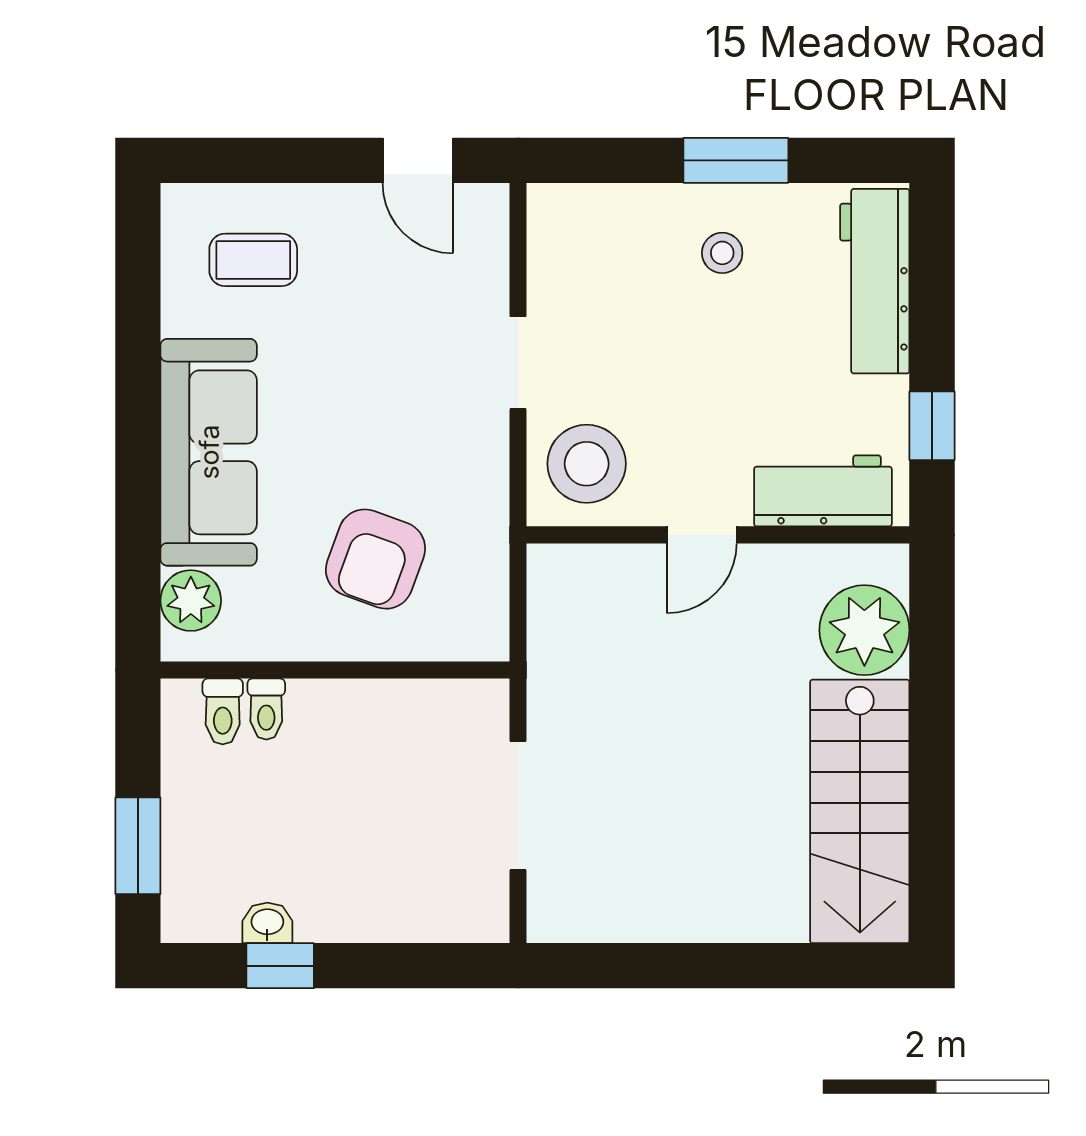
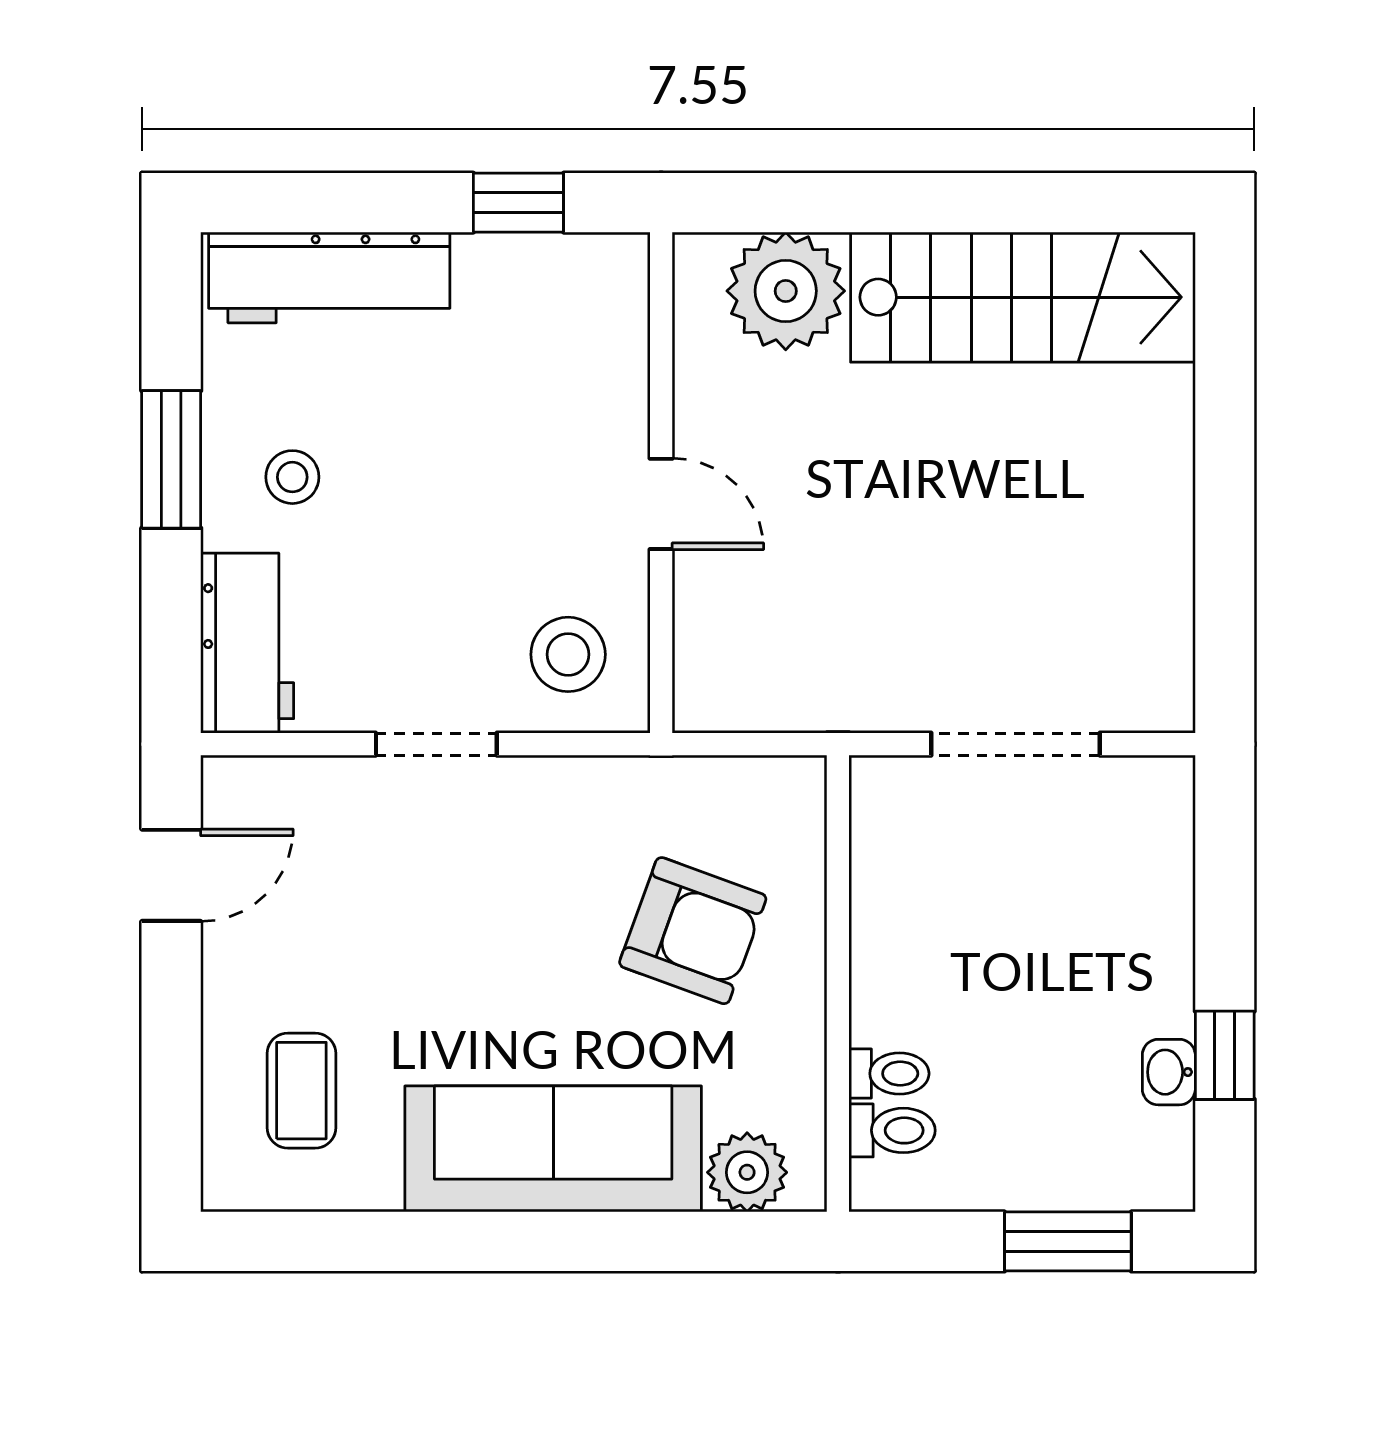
stool: (587, 464) -> (568, 654), width x0.73, depth x0.73
workbench: (823, 491) -> (247, 643), moved, turned 180

